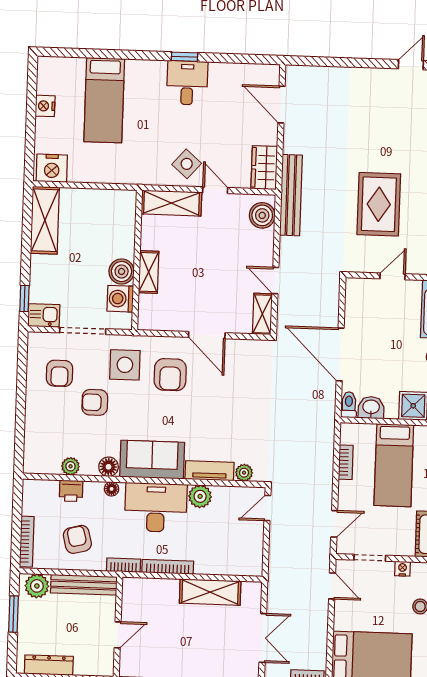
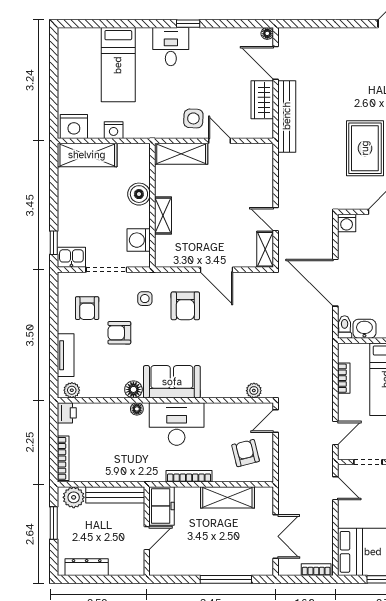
floor lamp: (273, 71) -> (267, 33), added
desk: (187, 83) -> (171, 47), moved
nightstand: (45, 106) -> (114, 130), moved, turned -90
side table: (187, 164) -> (193, 118), turned -38
wardrobe: (264, 168) -> (262, 100), moved
bench: (291, 195) -> (287, 116), moved
boiler: (262, 215) -> (262, 162), removed
shelving: (45, 220) -> (87, 155), moved, turned 90
boiler: (122, 271) -> (139, 194), moved
washing machine: (355, 288) -> (347, 223), added
side table: (125, 365) -> (145, 299), width x0.54, depth x0.54
plant: (71, 466) -> (72, 390), moved
tv unit: (210, 471) -> (66, 355), moved, turned 90
printer: (71, 491) -> (67, 413), moved, turned -90
plant: (200, 496) -> (216, 413), removed
armchair: (77, 539) -> (246, 453), moved
bookcase: (124, 565) -> (150, 476), removed
freezer: (136, 599) -> (162, 506), added

